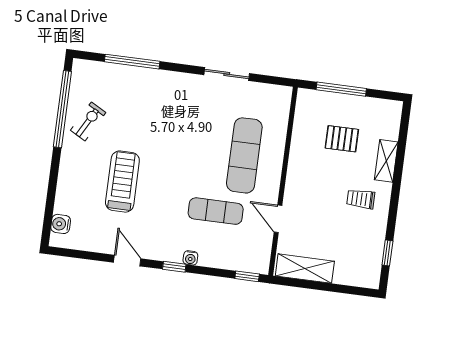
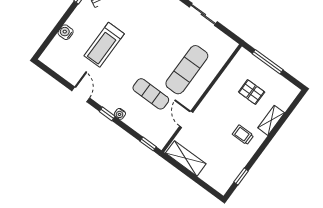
treadmill: (122, 182) -> (104, 45), turned 180
water cooler: (61, 224) -> (66, 32), moved

